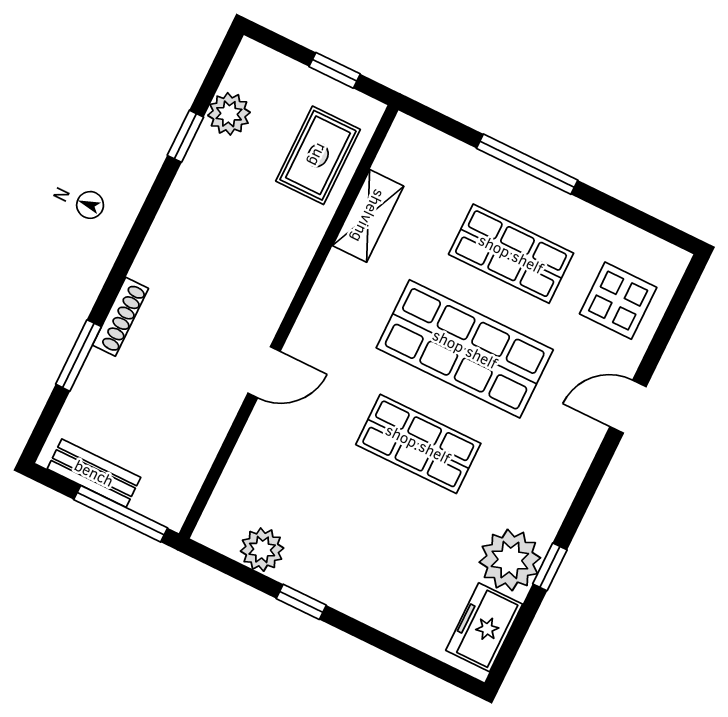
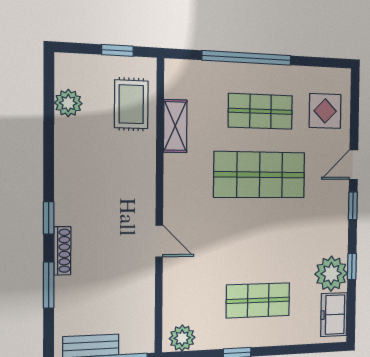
window: (185, 136) -> (49, 218), moved
window: (527, 164) -> (247, 58), width x1.46
door: (264, 372) -> (159, 241), hinge flipped
shop shelf: (418, 444) -> (258, 300), moved
window: (597, 471) -> (353, 206), added
plant: (262, 550) -> (182, 338), moved

